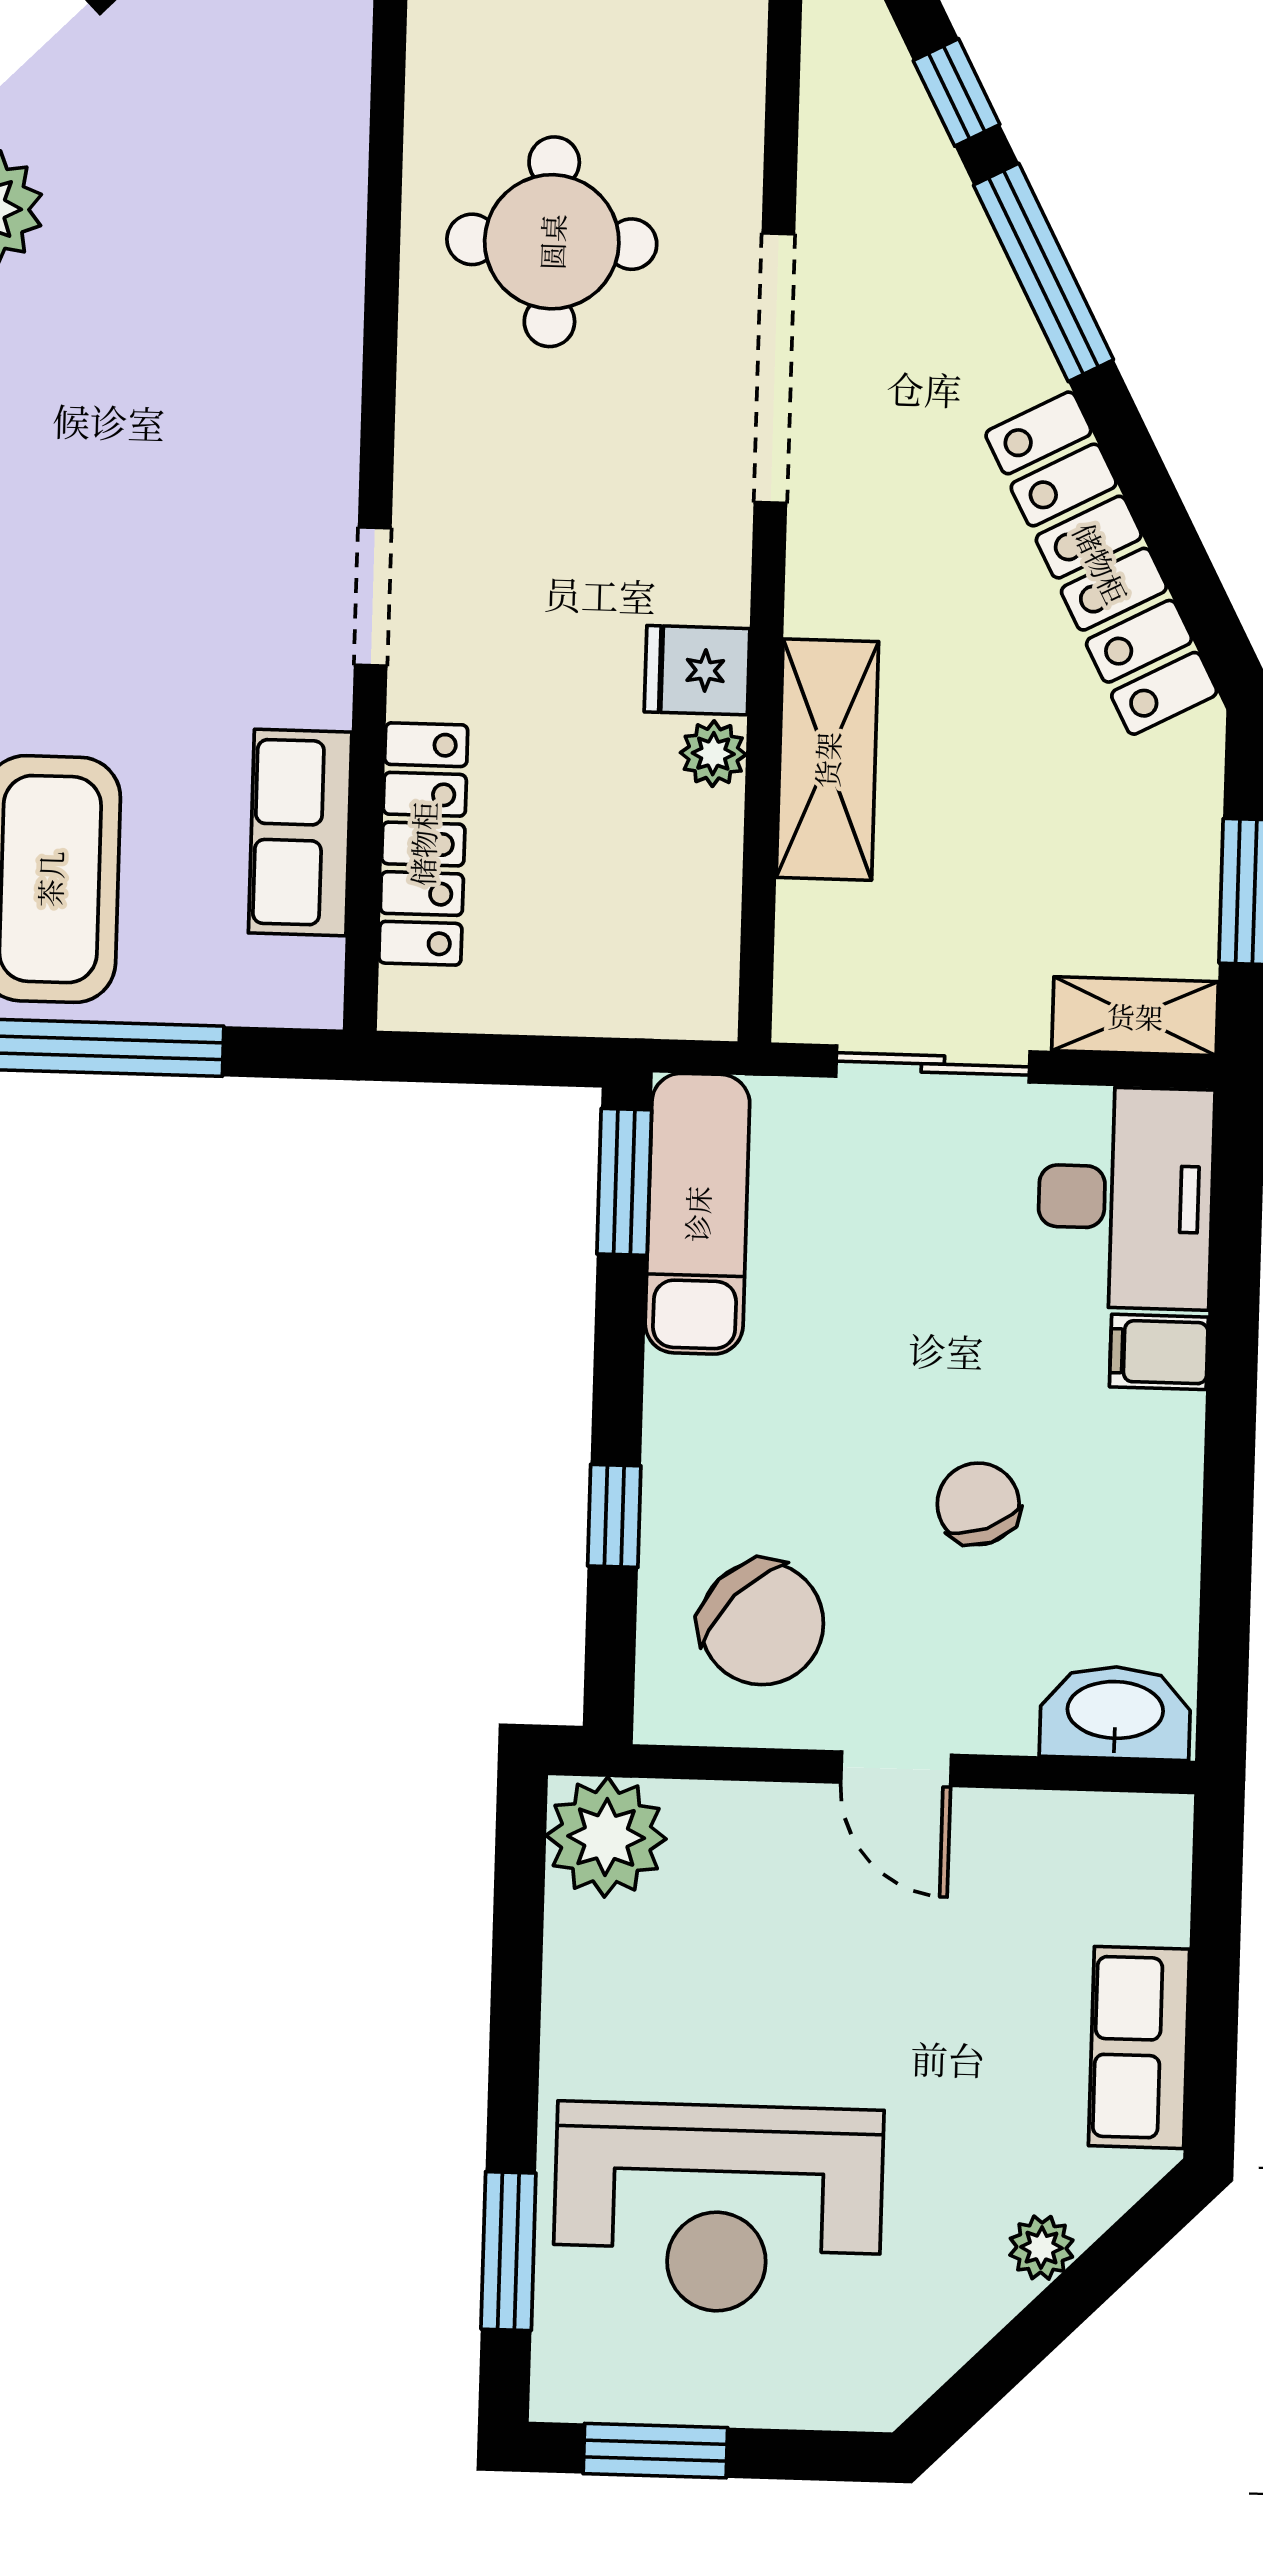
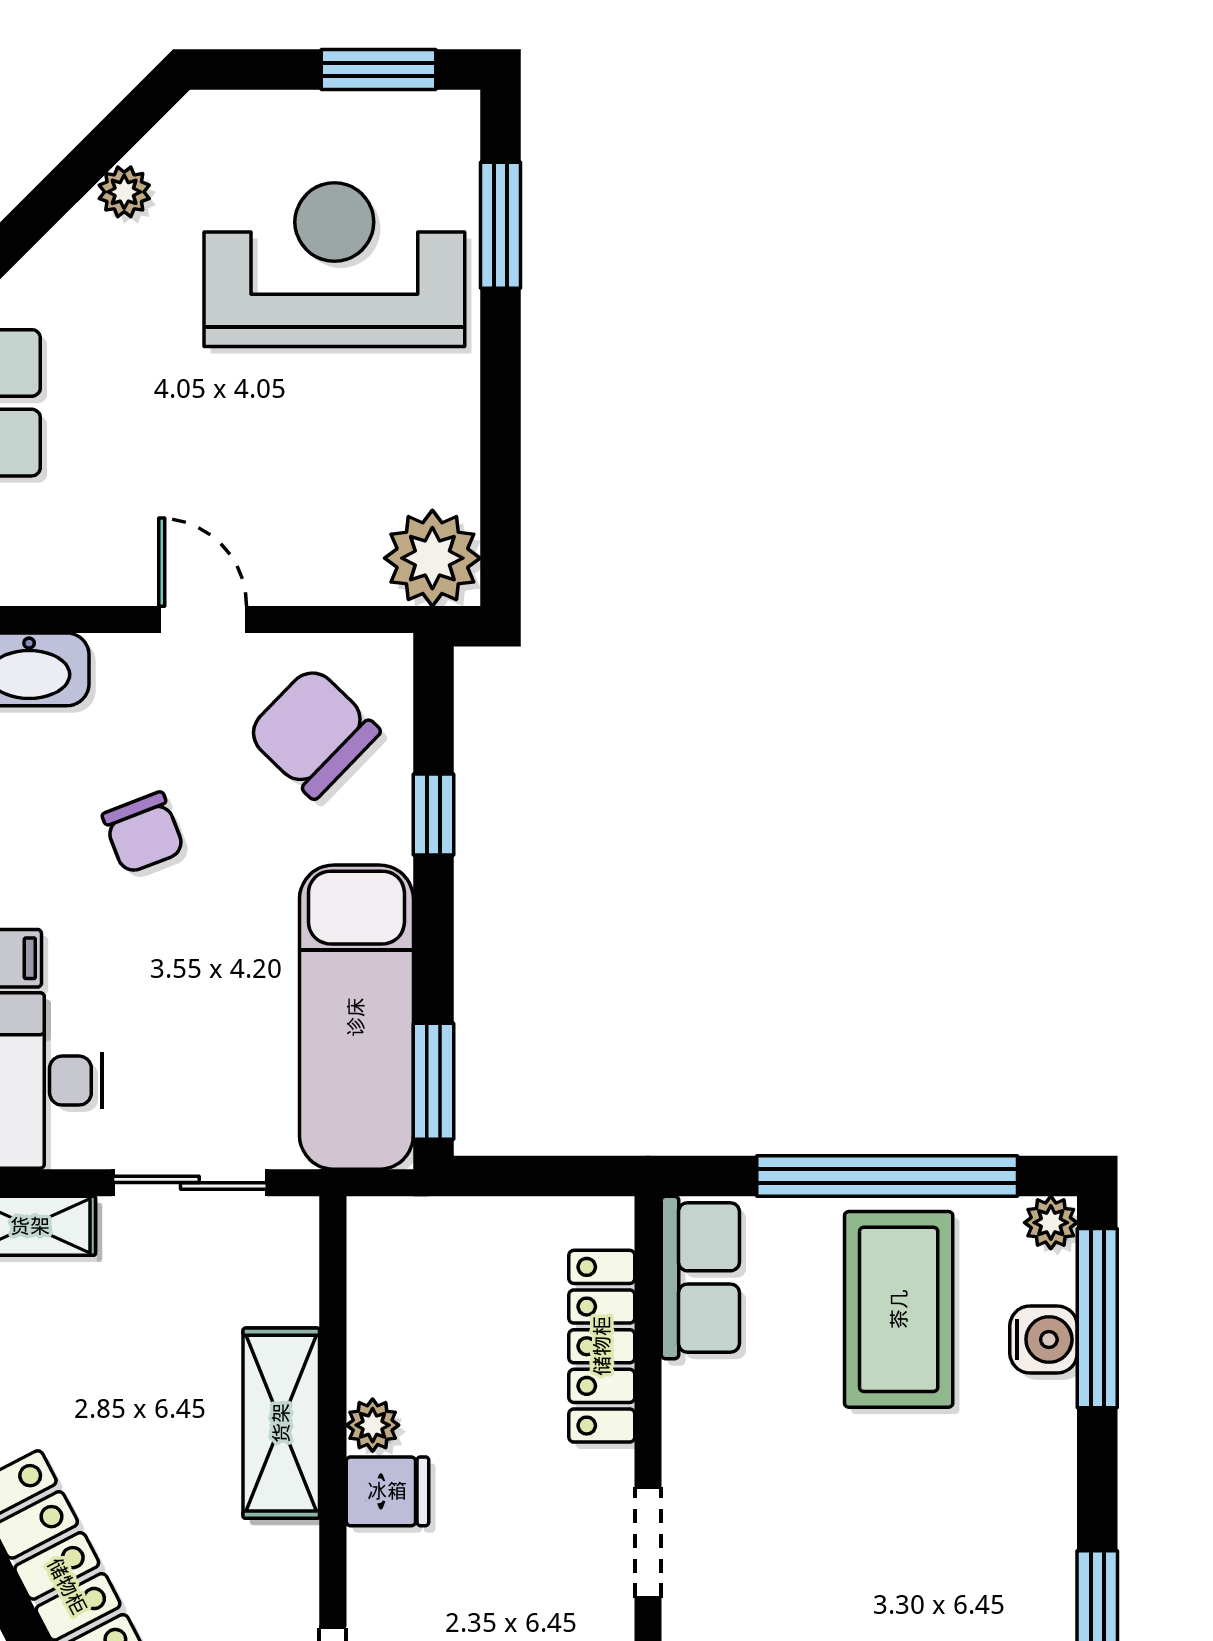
row of seats: (300, 832) -> (700, 1277), moved
exam couch: (697, 1214) -> (356, 1017), width x1.36, depth x1.45
plant: (1041, 2248) -> (124, 192), moved

